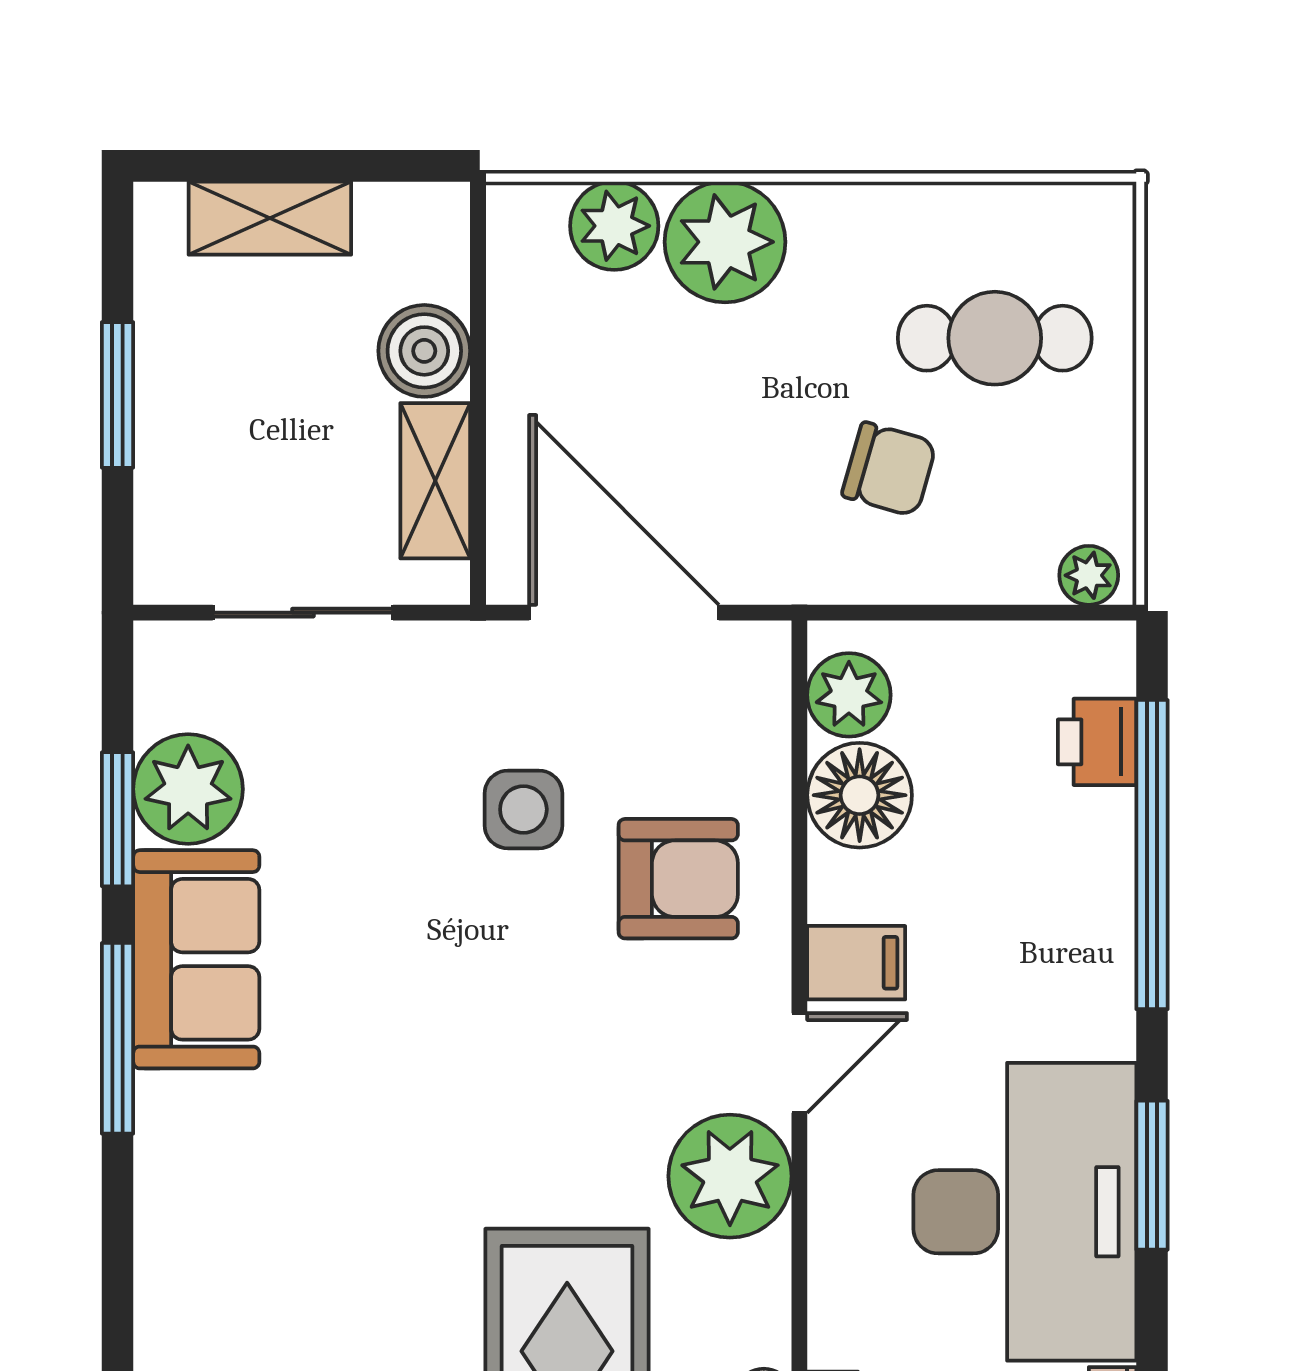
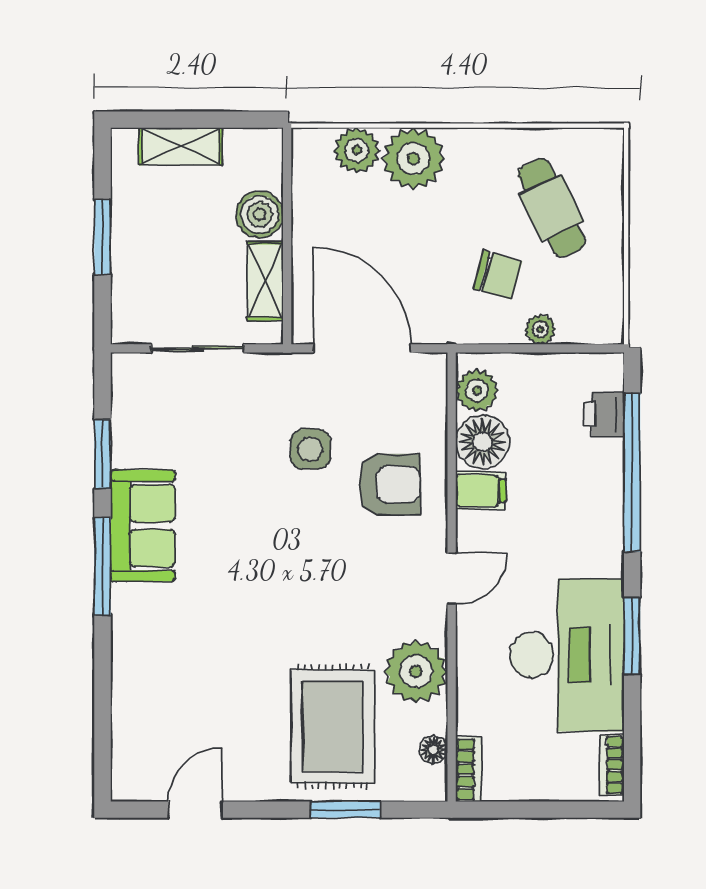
cafe table: (995, 338) -> (552, 208), turned 65
plant: (1089, 575) -> (540, 329), moved
plant: (188, 789) -> (139, 439), removed
filing cabinet: (856, 963) -> (481, 491), moved
plant: (730, 1176) -> (416, 672), moved

